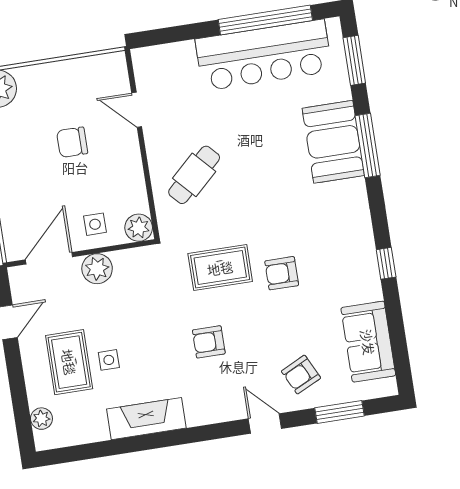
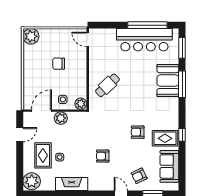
door: (137, 110) -> (88, 39), moved
rug: (220, 268) -> (165, 138), moved
plant: (41, 419) -> (32, 181), width x1.88, depth x1.88

